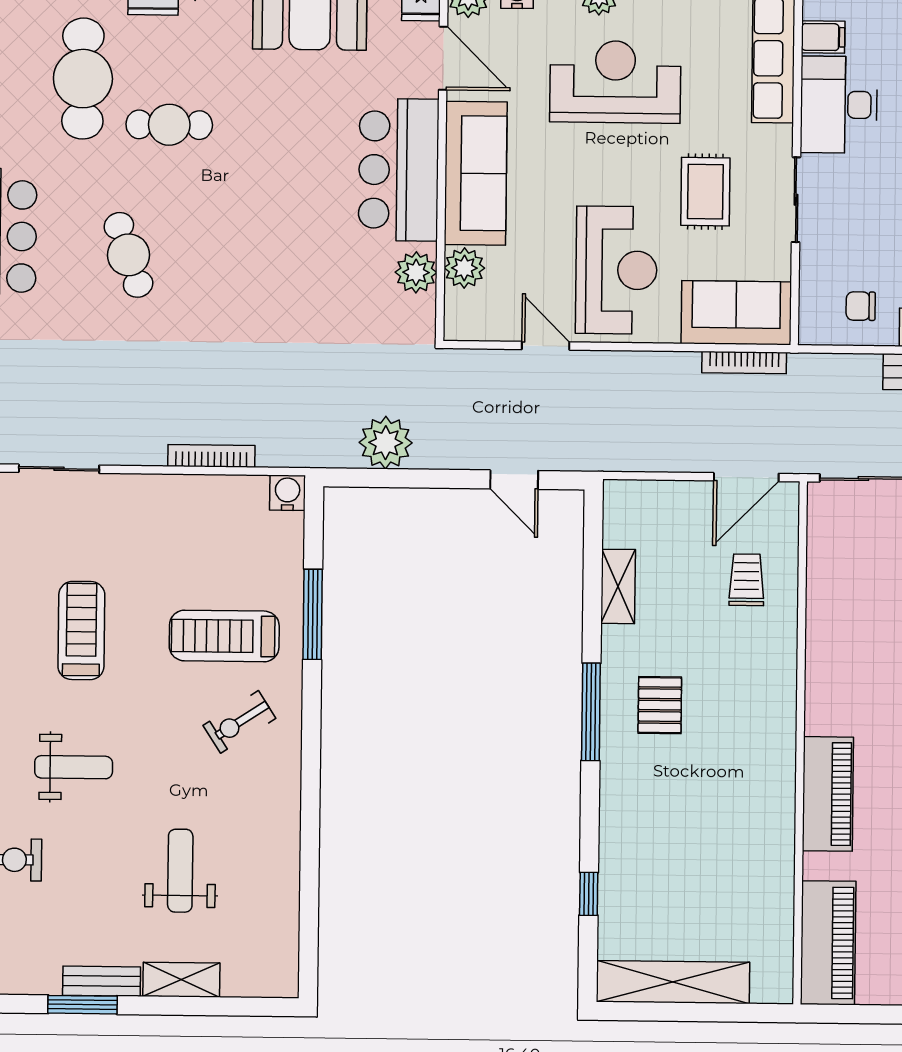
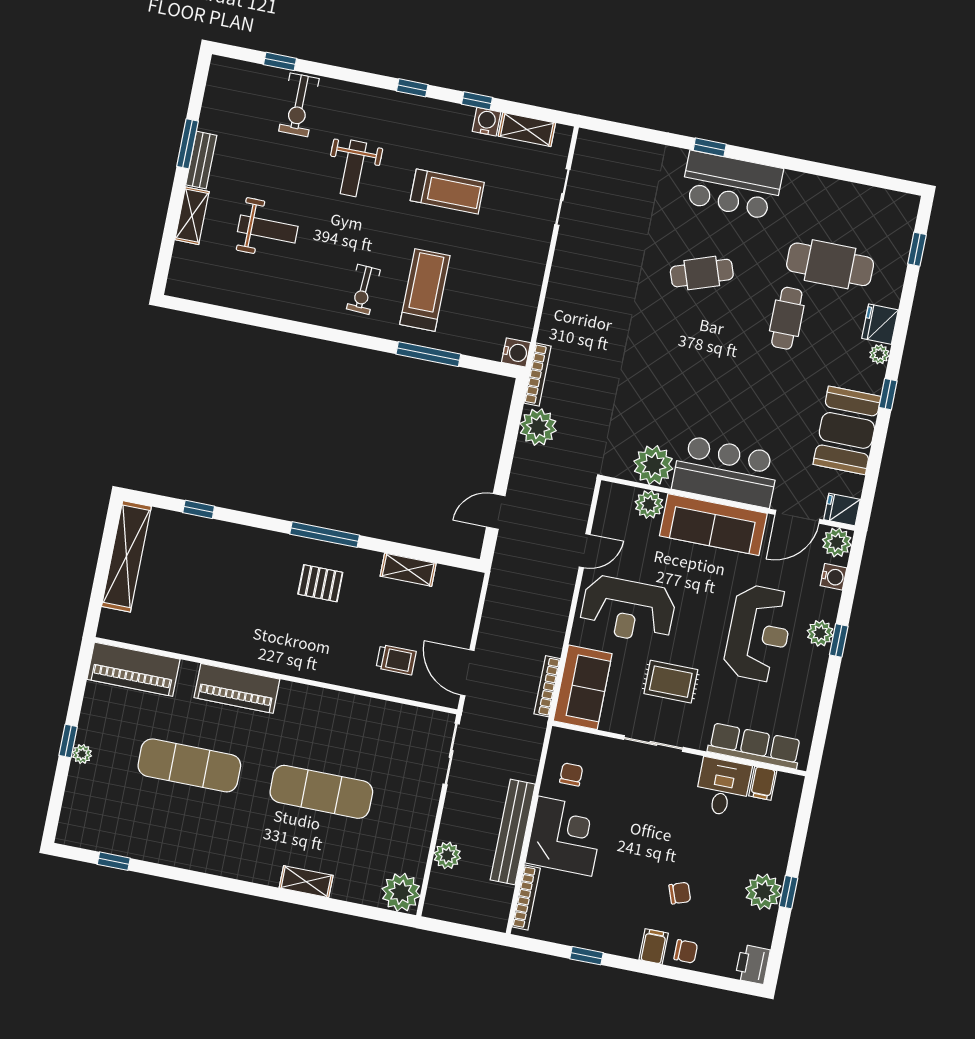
desk: (839, 105) -> (723, 787), width x0.73
plant: (416, 272) -> (653, 465), width x1.36, depth x1.36
bookcase: (211, 456) -> (538, 375), moved
exercise bike: (239, 722) -> (363, 289), turned -144

